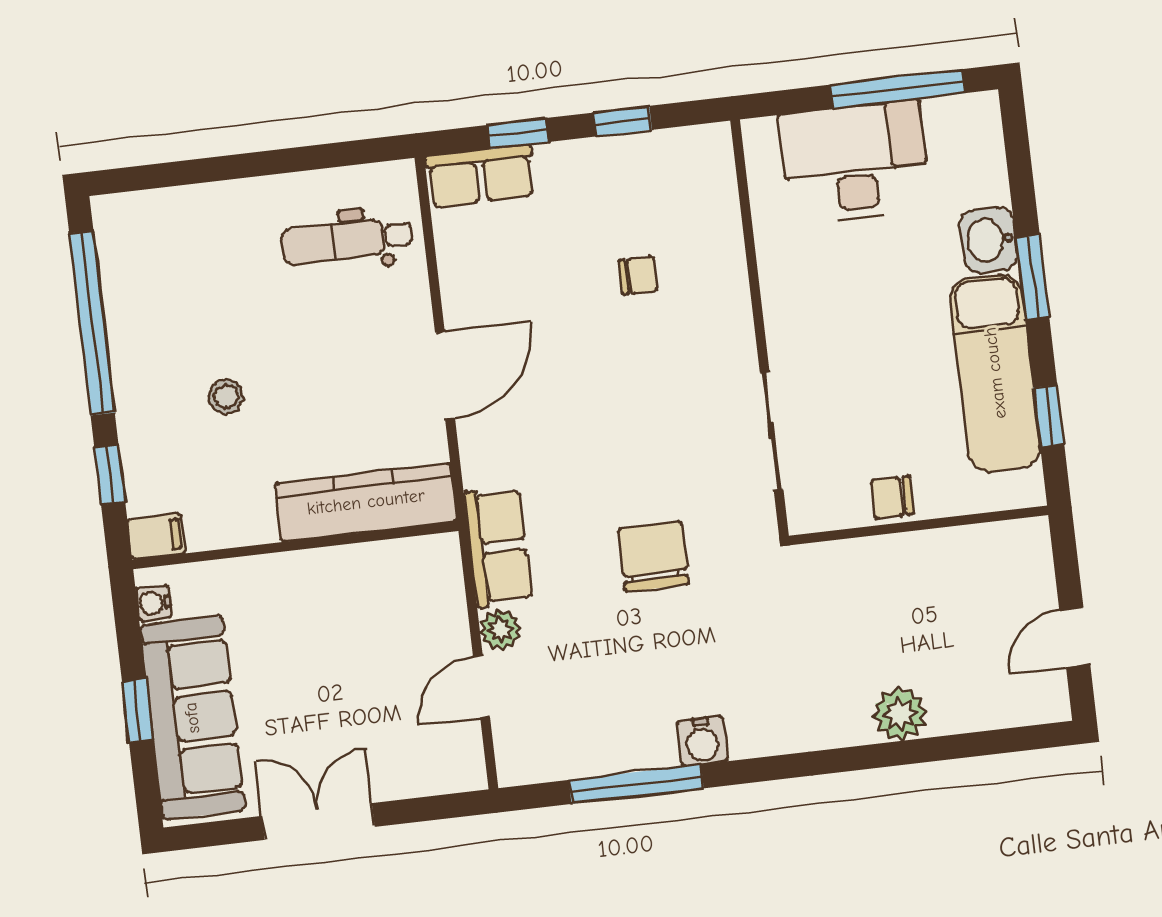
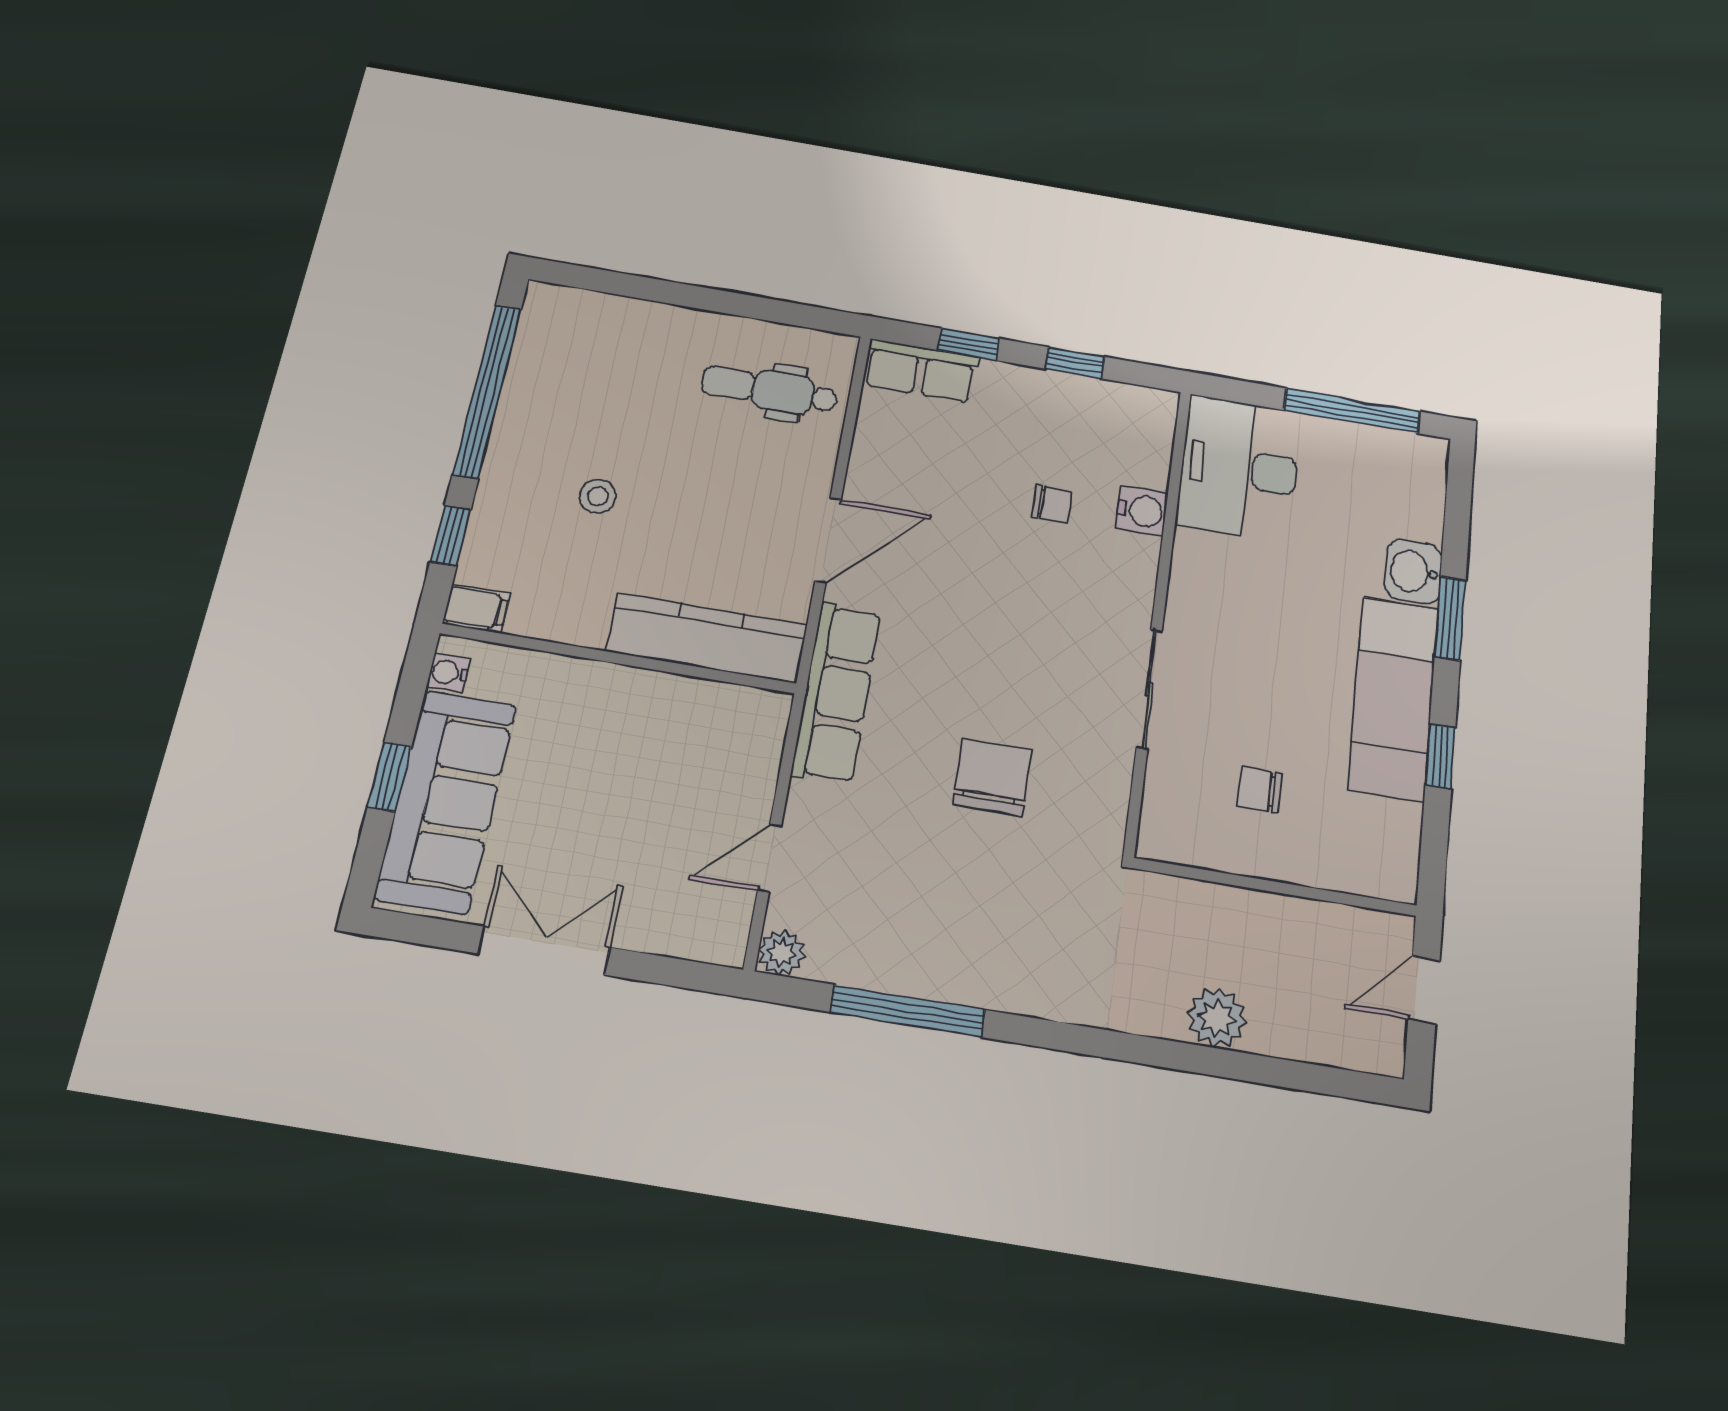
desk: (855, 162) -> (1239, 468), moved, turned -90
wall: (919, 525) -> (1275, 887), moved
row of seats: (498, 547) -> (836, 692), width x1.48
plant: (500, 630) -> (782, 953), moved
water cooler: (702, 741) -> (1142, 511), moved, turned -90

